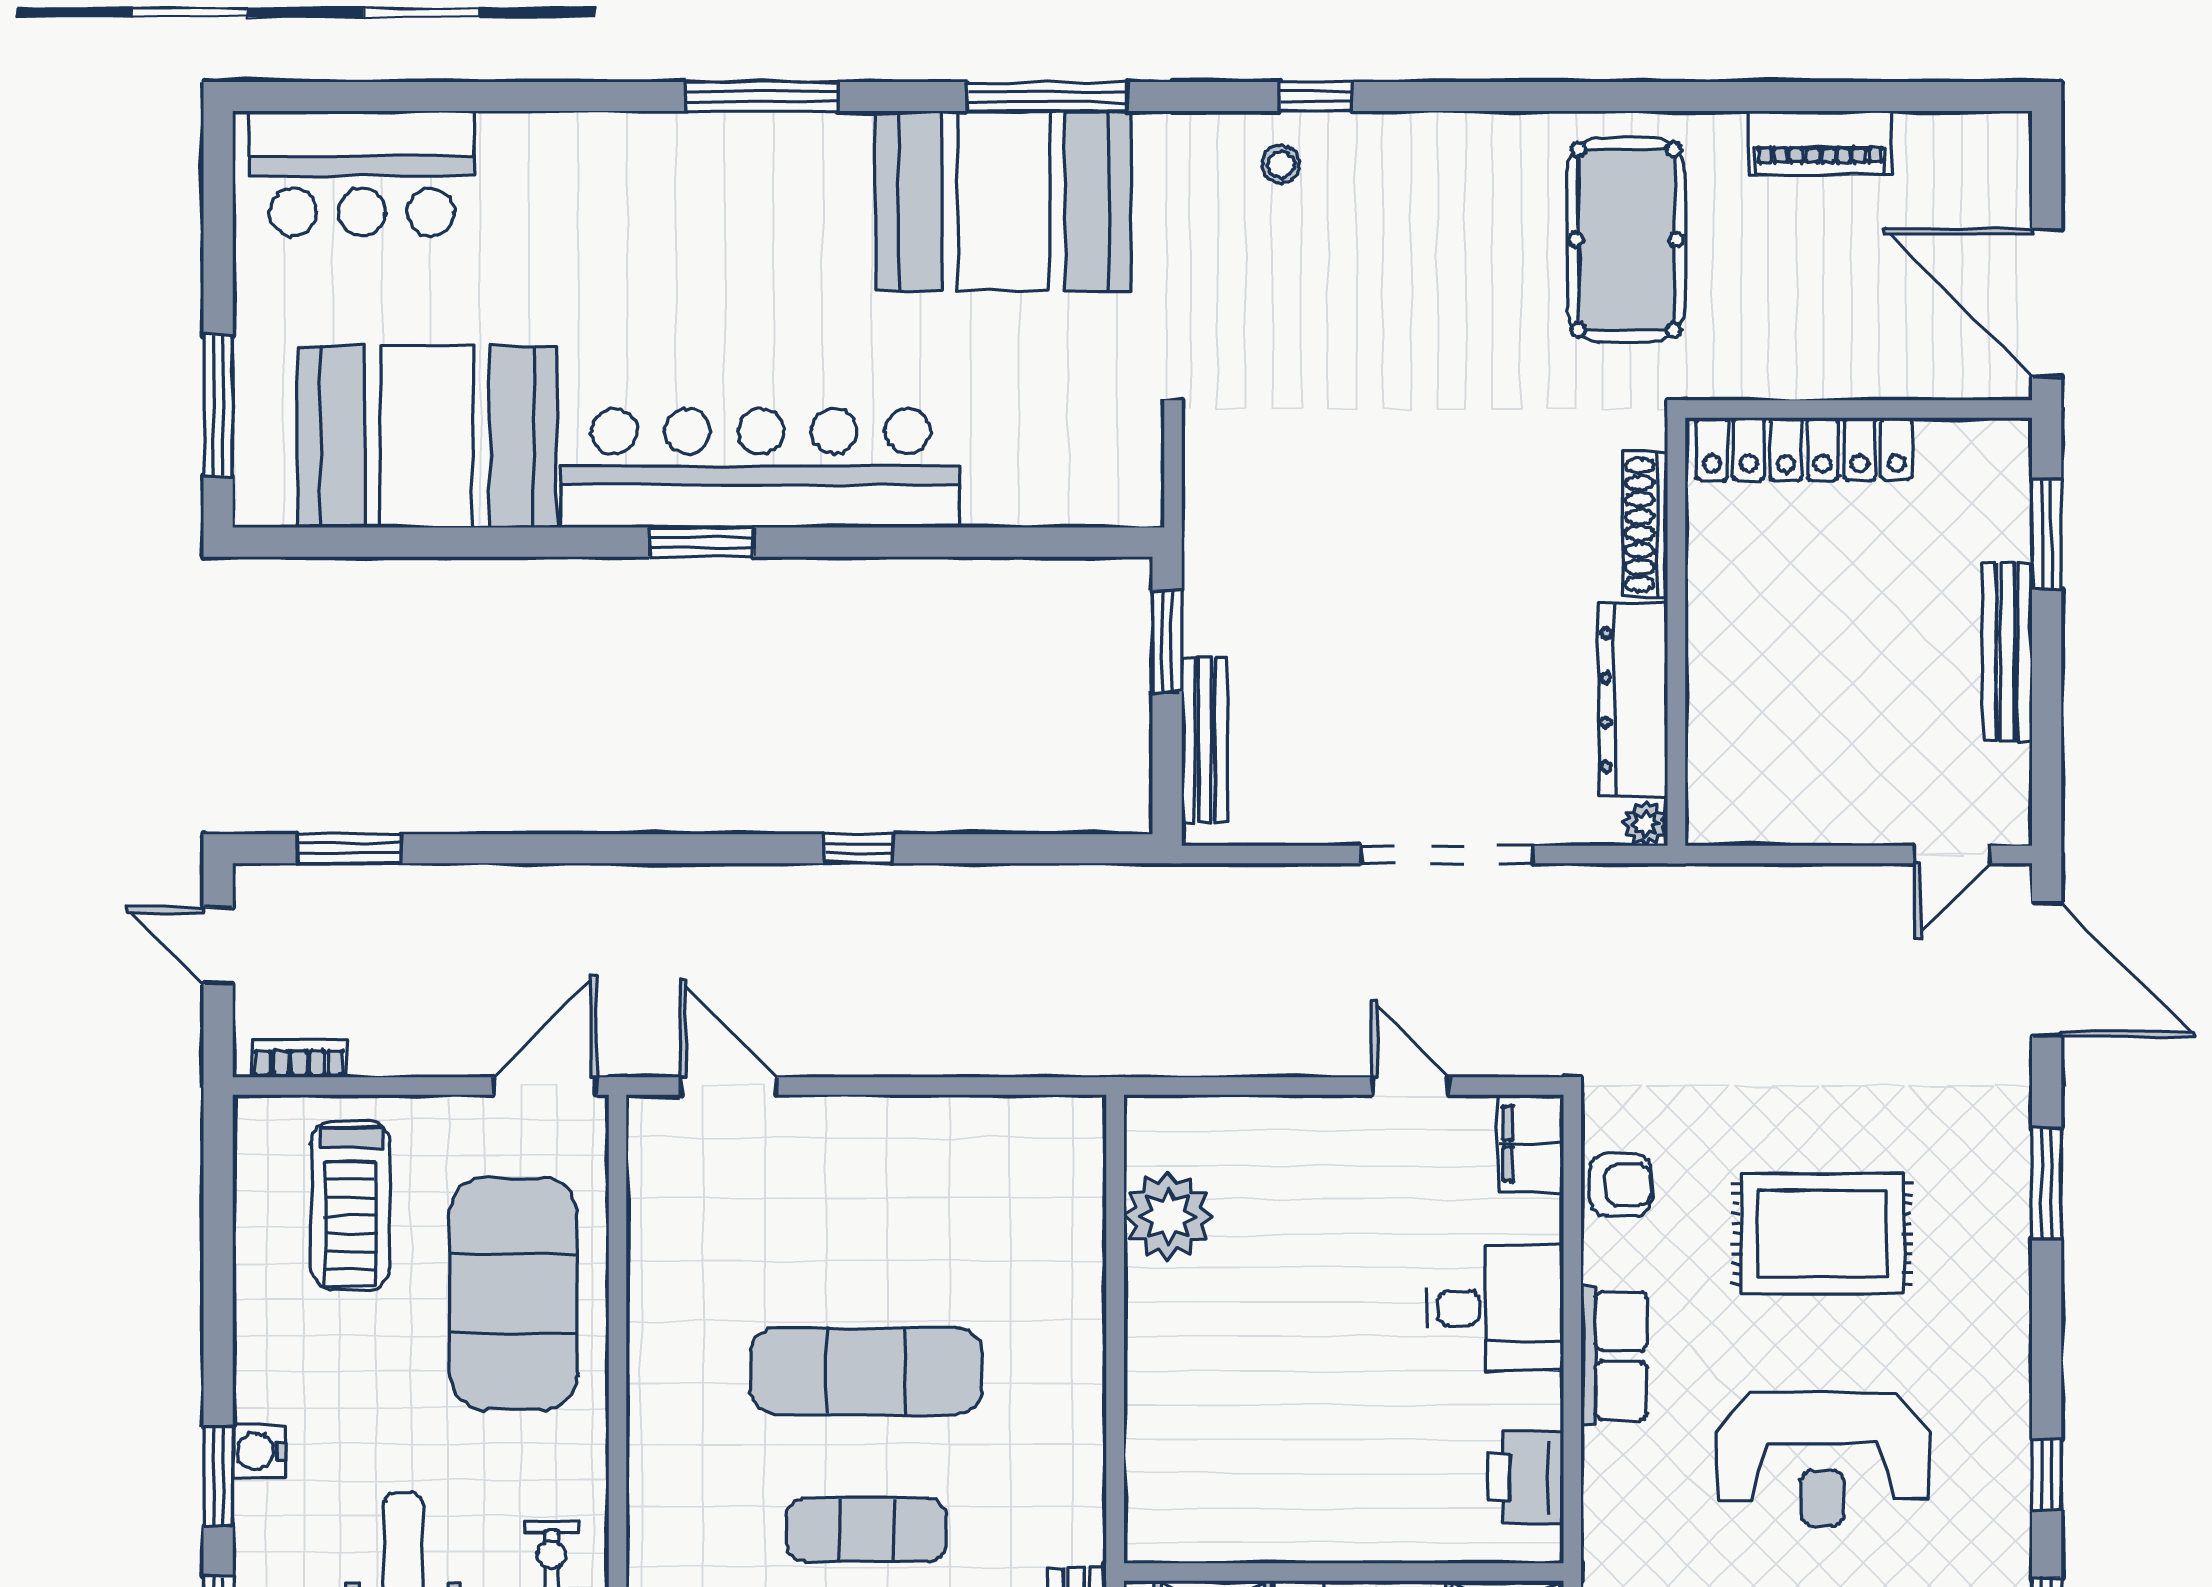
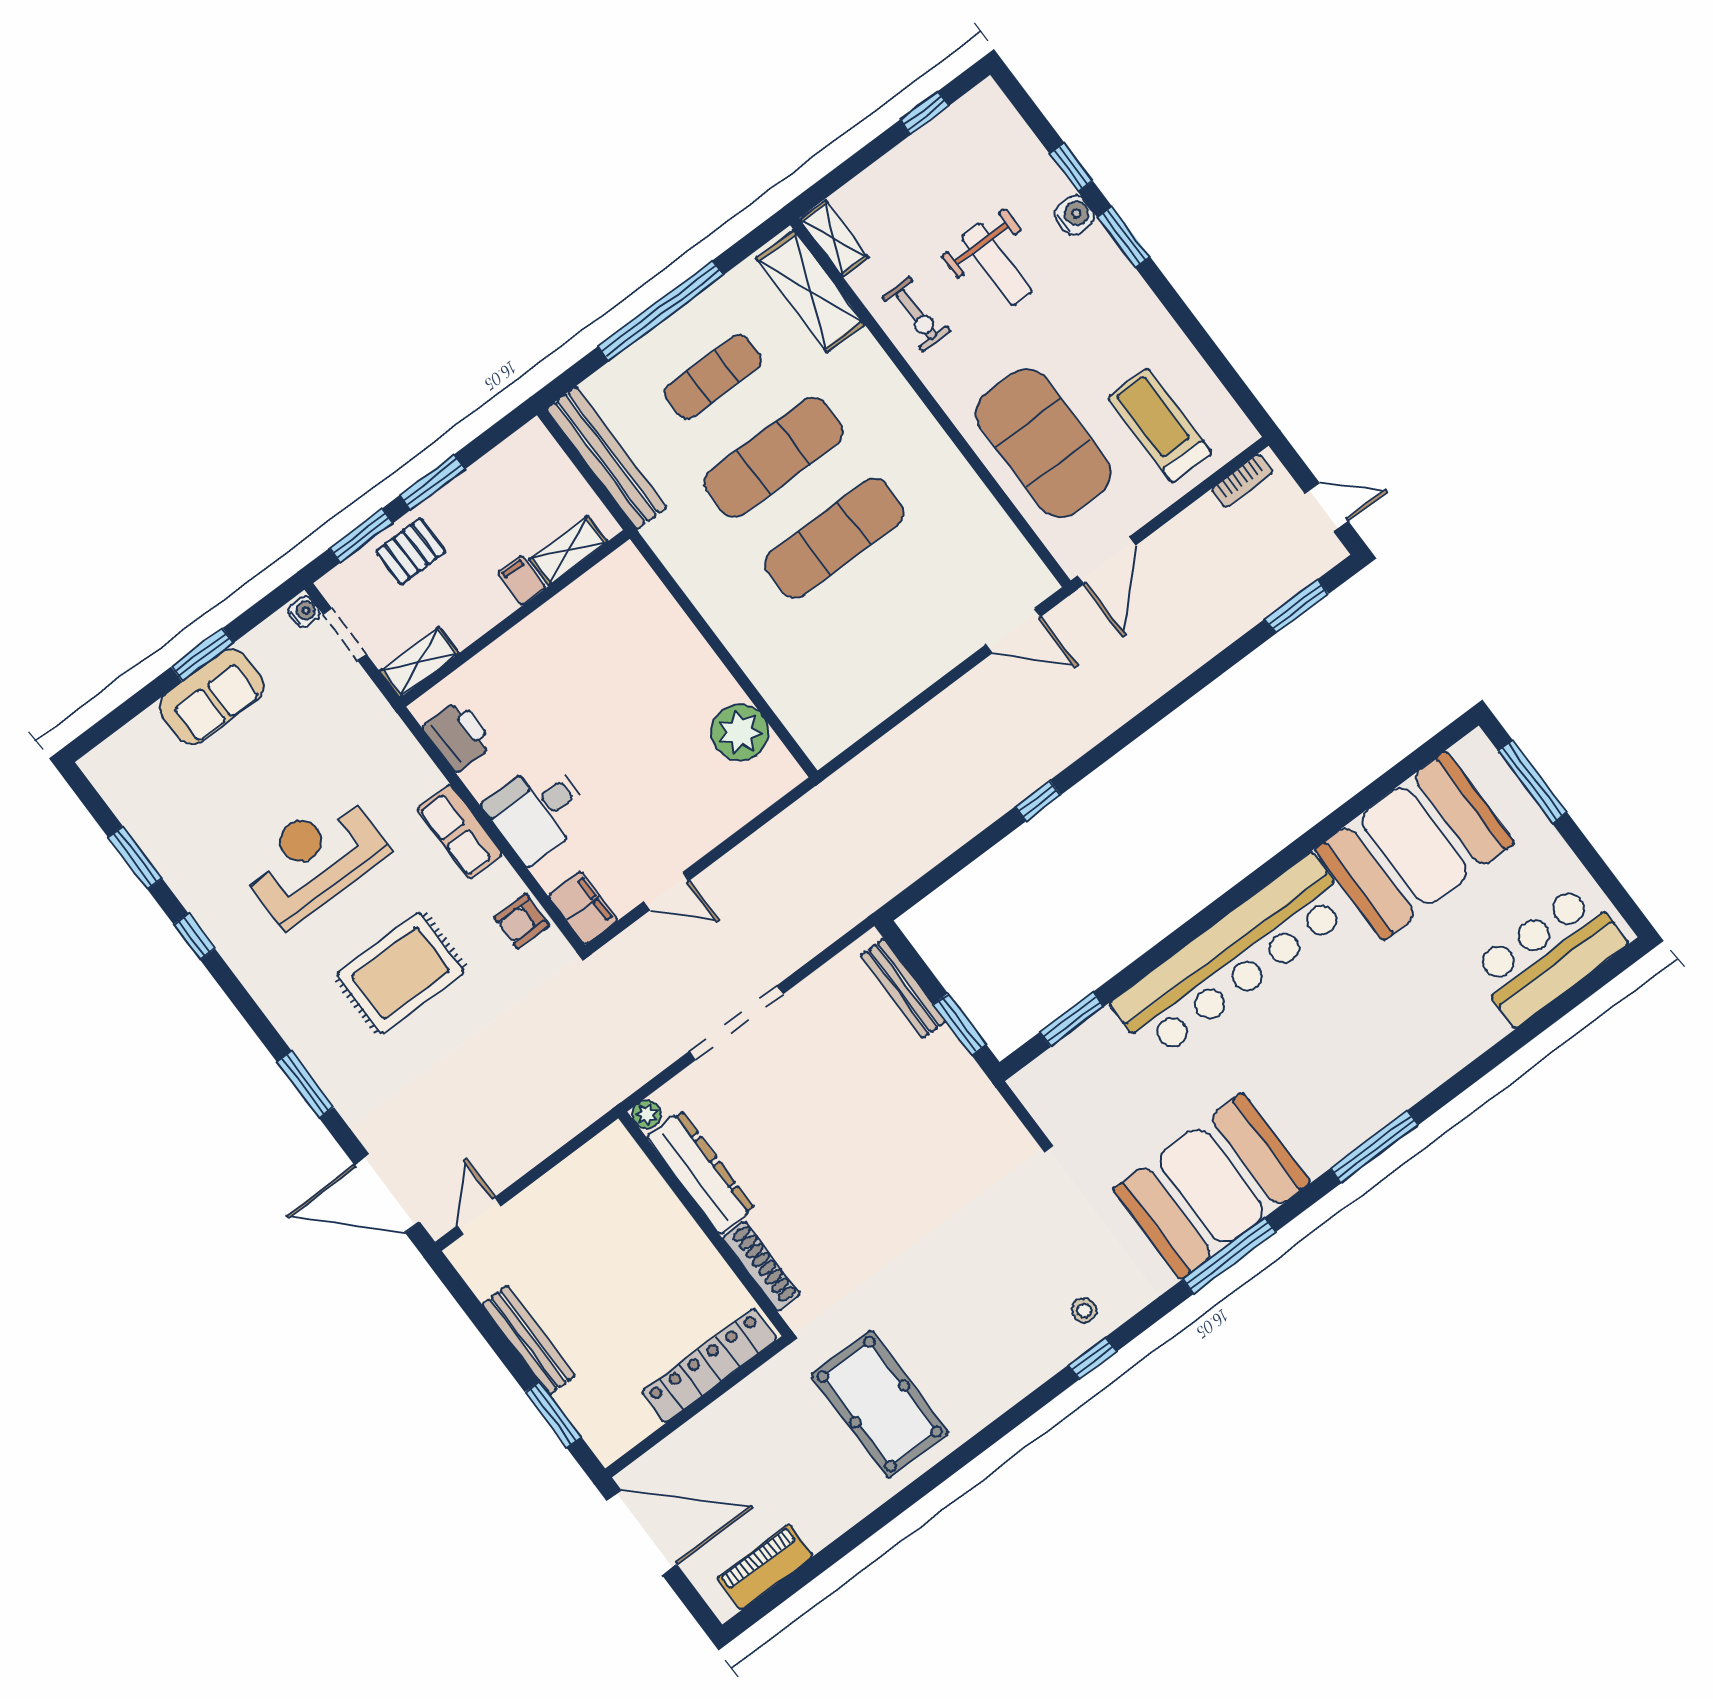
piano: (1820, 143) -> (765, 1567), moved
window: (702, 542) -> (1072, 1019), moved
water cooler: (259, 1452) -> (1074, 215), moved
exercise mat: (866, 1530) -> (774, 457), width x1.36, depth x1.45

